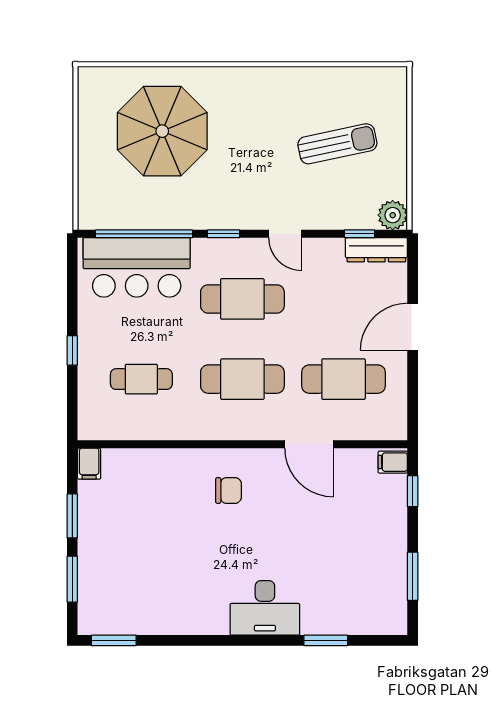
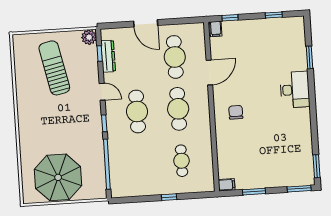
parasol: (162, 131) -> (58, 177), moved
sun lounger: (337, 144) -> (54, 68), width x1.36, depth x1.34
door: (285, 234) -> (102, 92), hinge flipped
dresser: (376, 250) -> (108, 56), moved
bar counter: (137, 267) -> (124, 167), removed
window: (413, 576) -> (274, 15), width x0.67
window: (72, 579) -> (299, 189), moved

